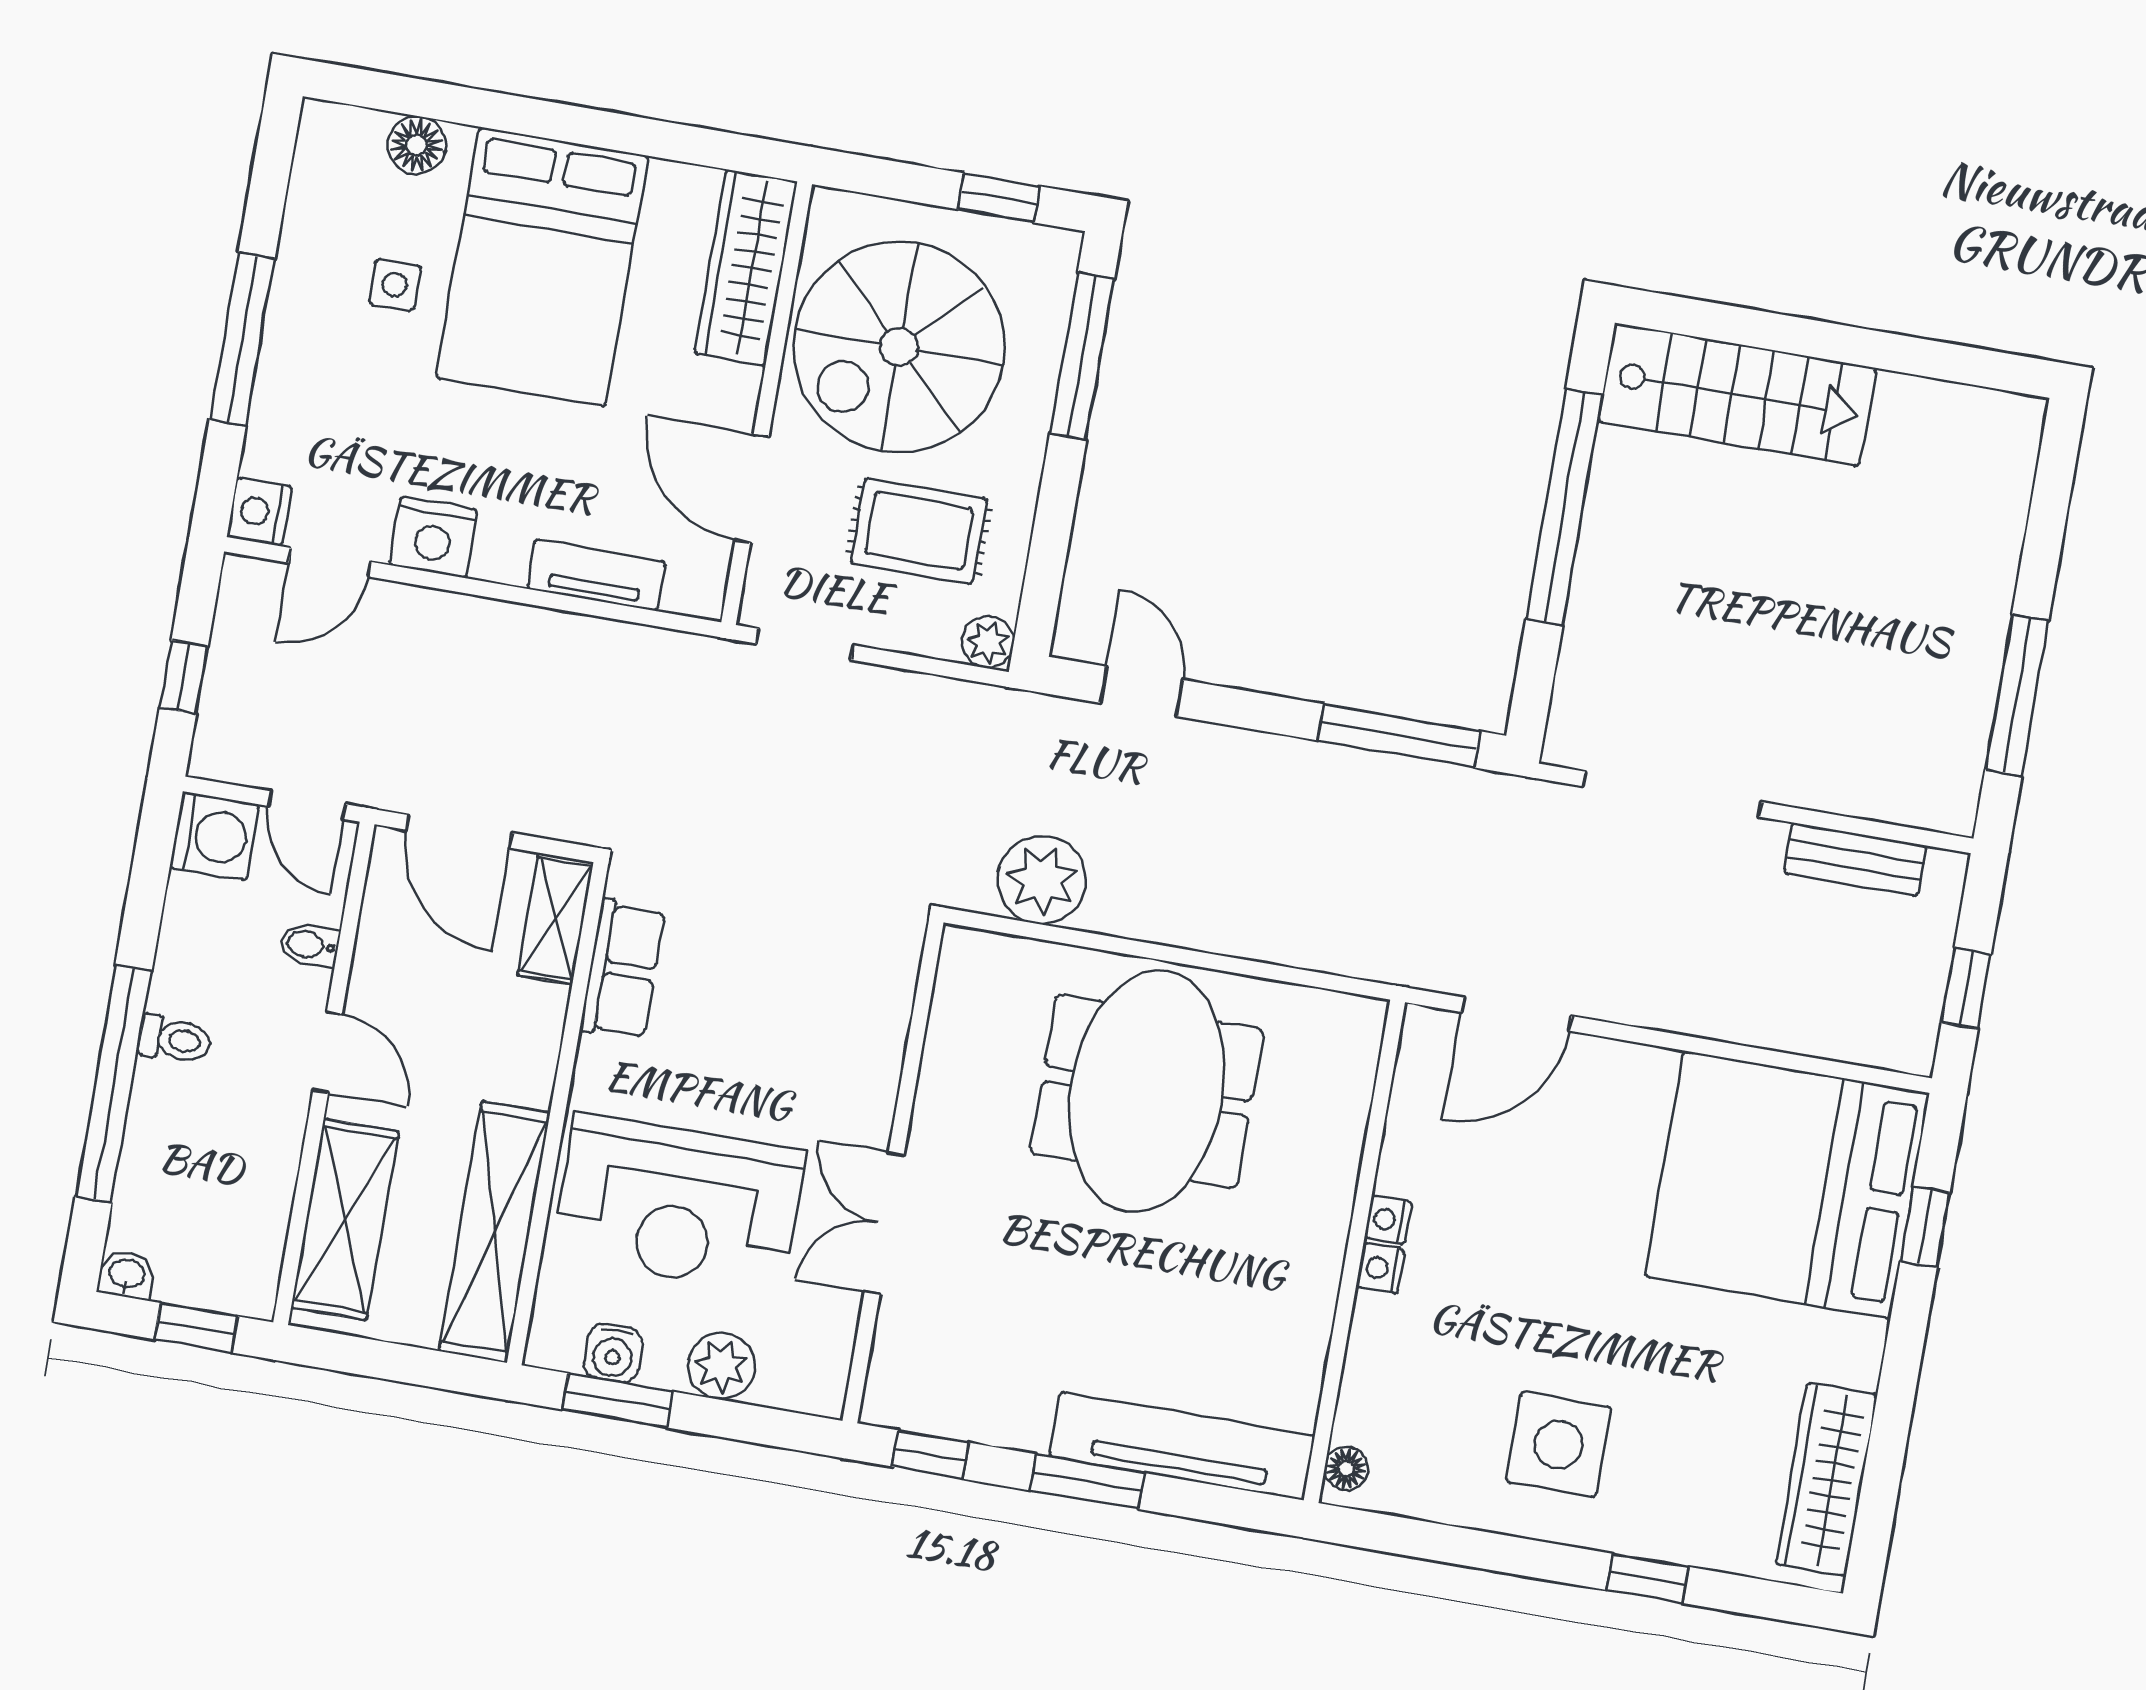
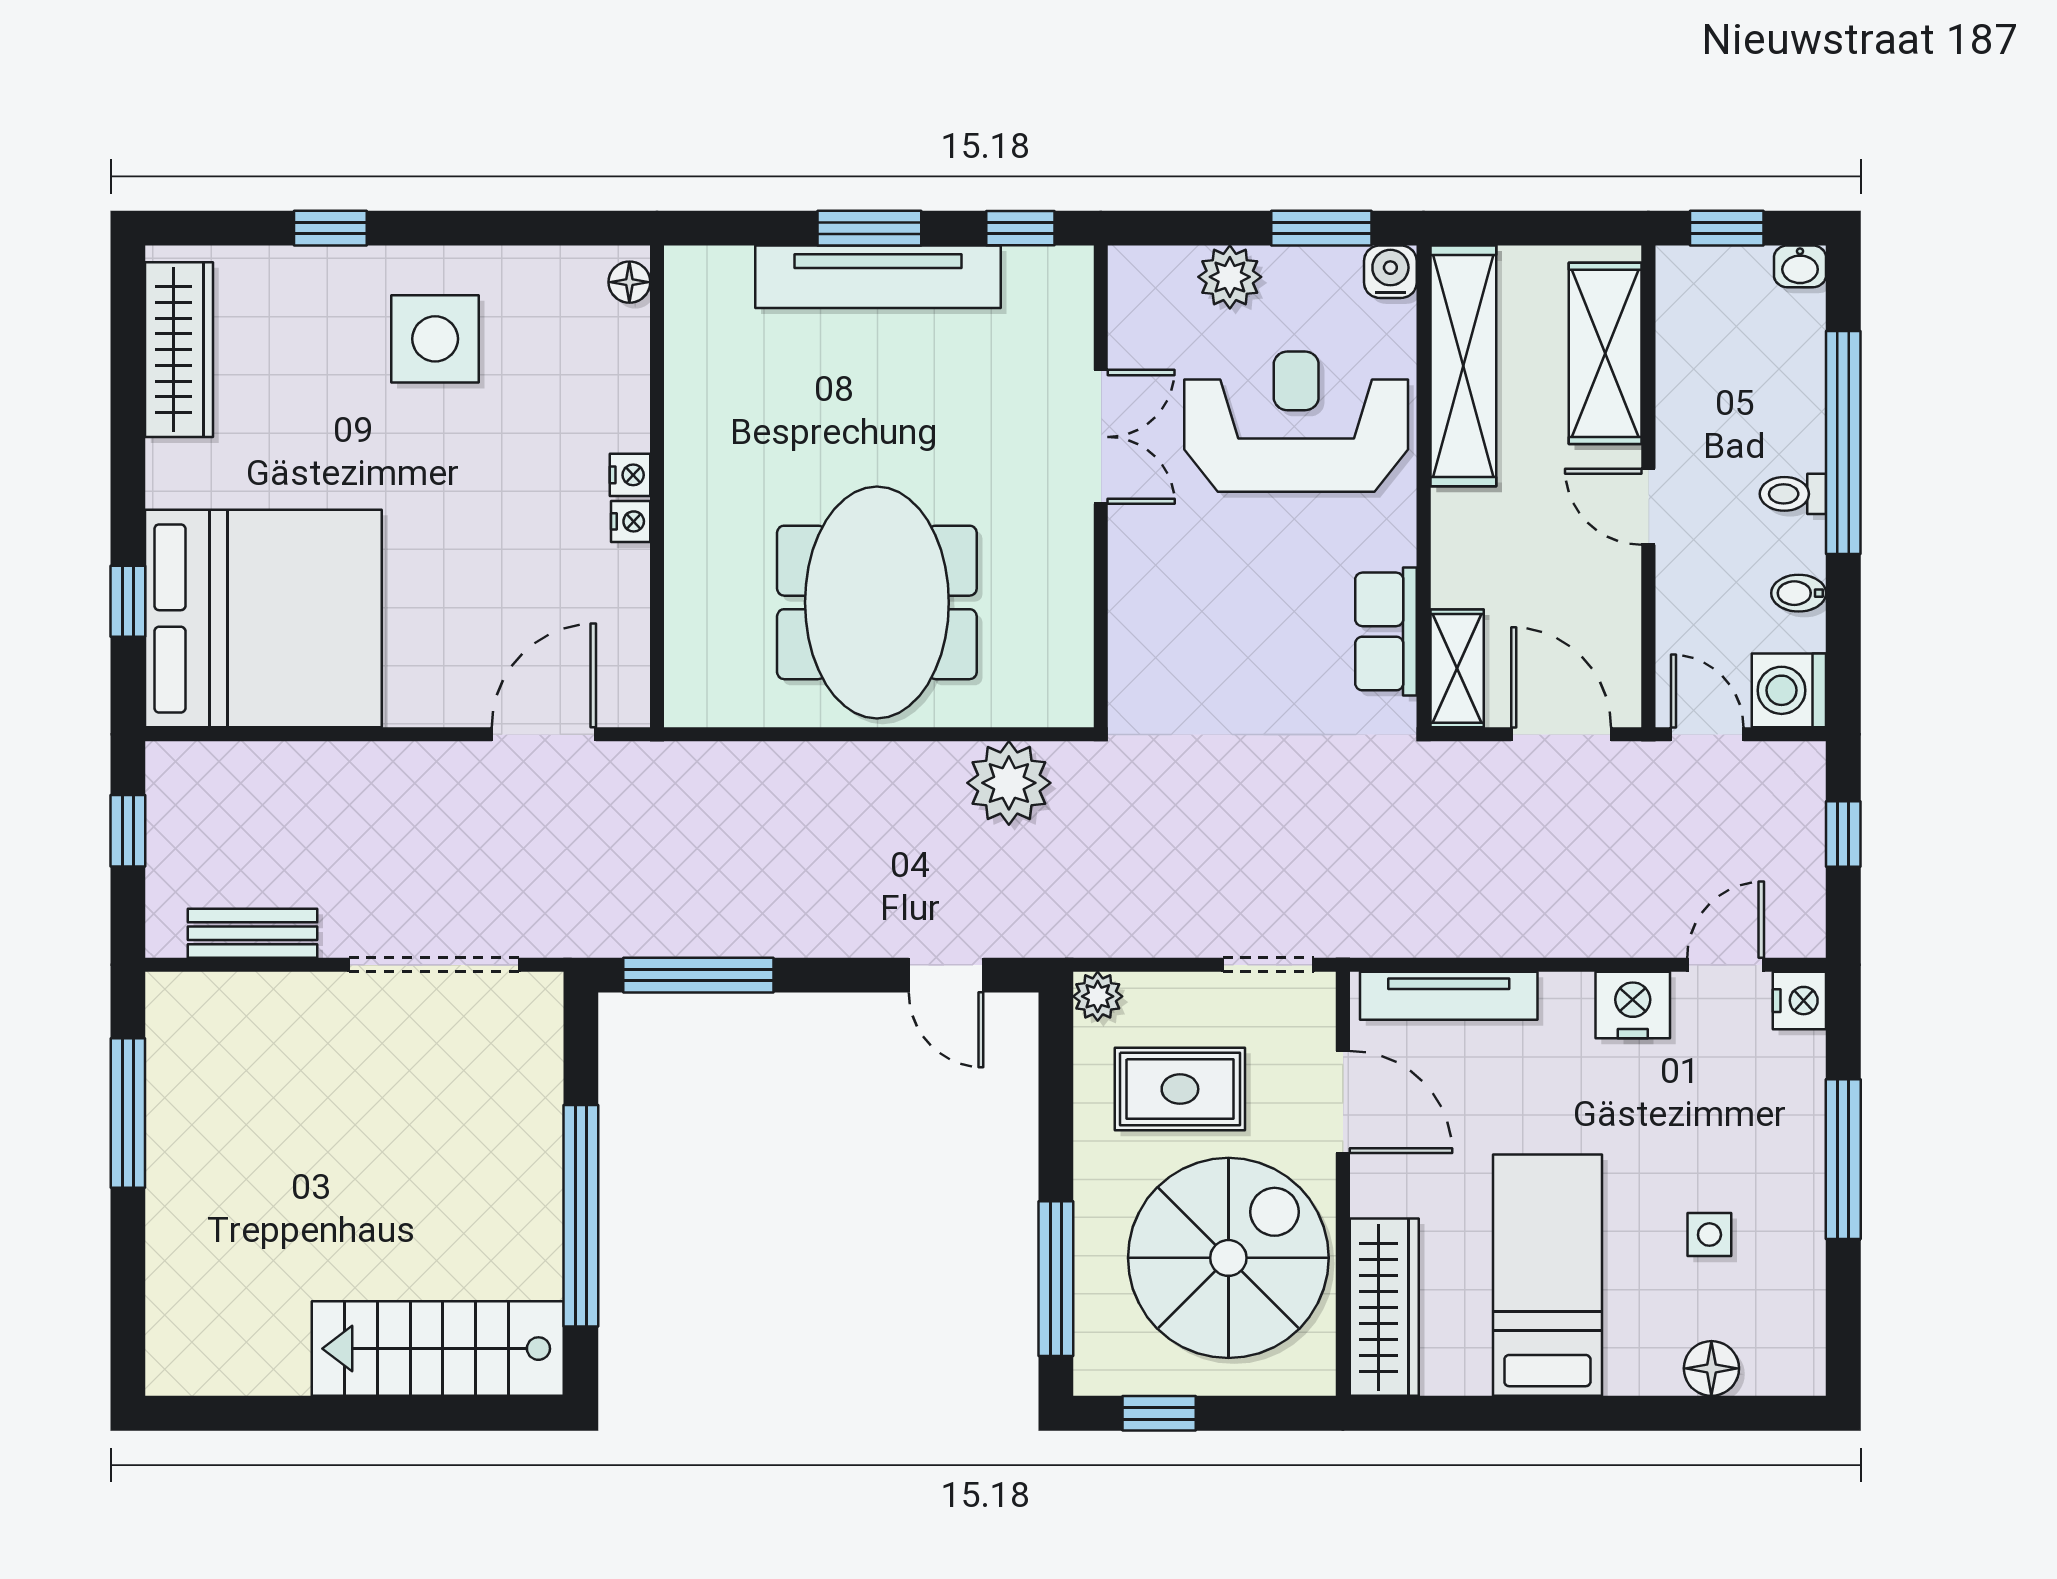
bed: (542, 267) -> (1547, 1275), width x0.67
tv unit: (596, 575) -> (1449, 996), width x1.41
bidet: (309, 945) -> (1799, 593), moved, turned 180
water cooler: (613, 1353) -> (1390, 272), moved
tv unit: (1182, 1446) -> (878, 277), moved

